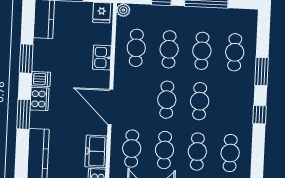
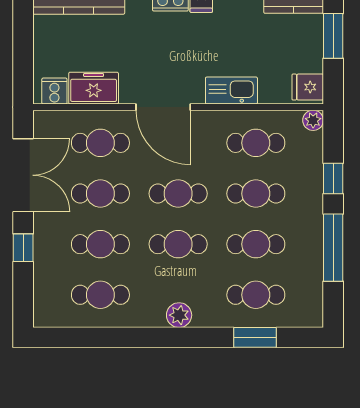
kitchen sink: (102, 58) -> (231, 91), width x1.38
window: (261, 71) -> (255, 337), moved
plant: (246, 103) -> (179, 315), added
door: (110, 107) -> (163, 107), swing flipped
window: (260, 115) -> (161, 337), removed

